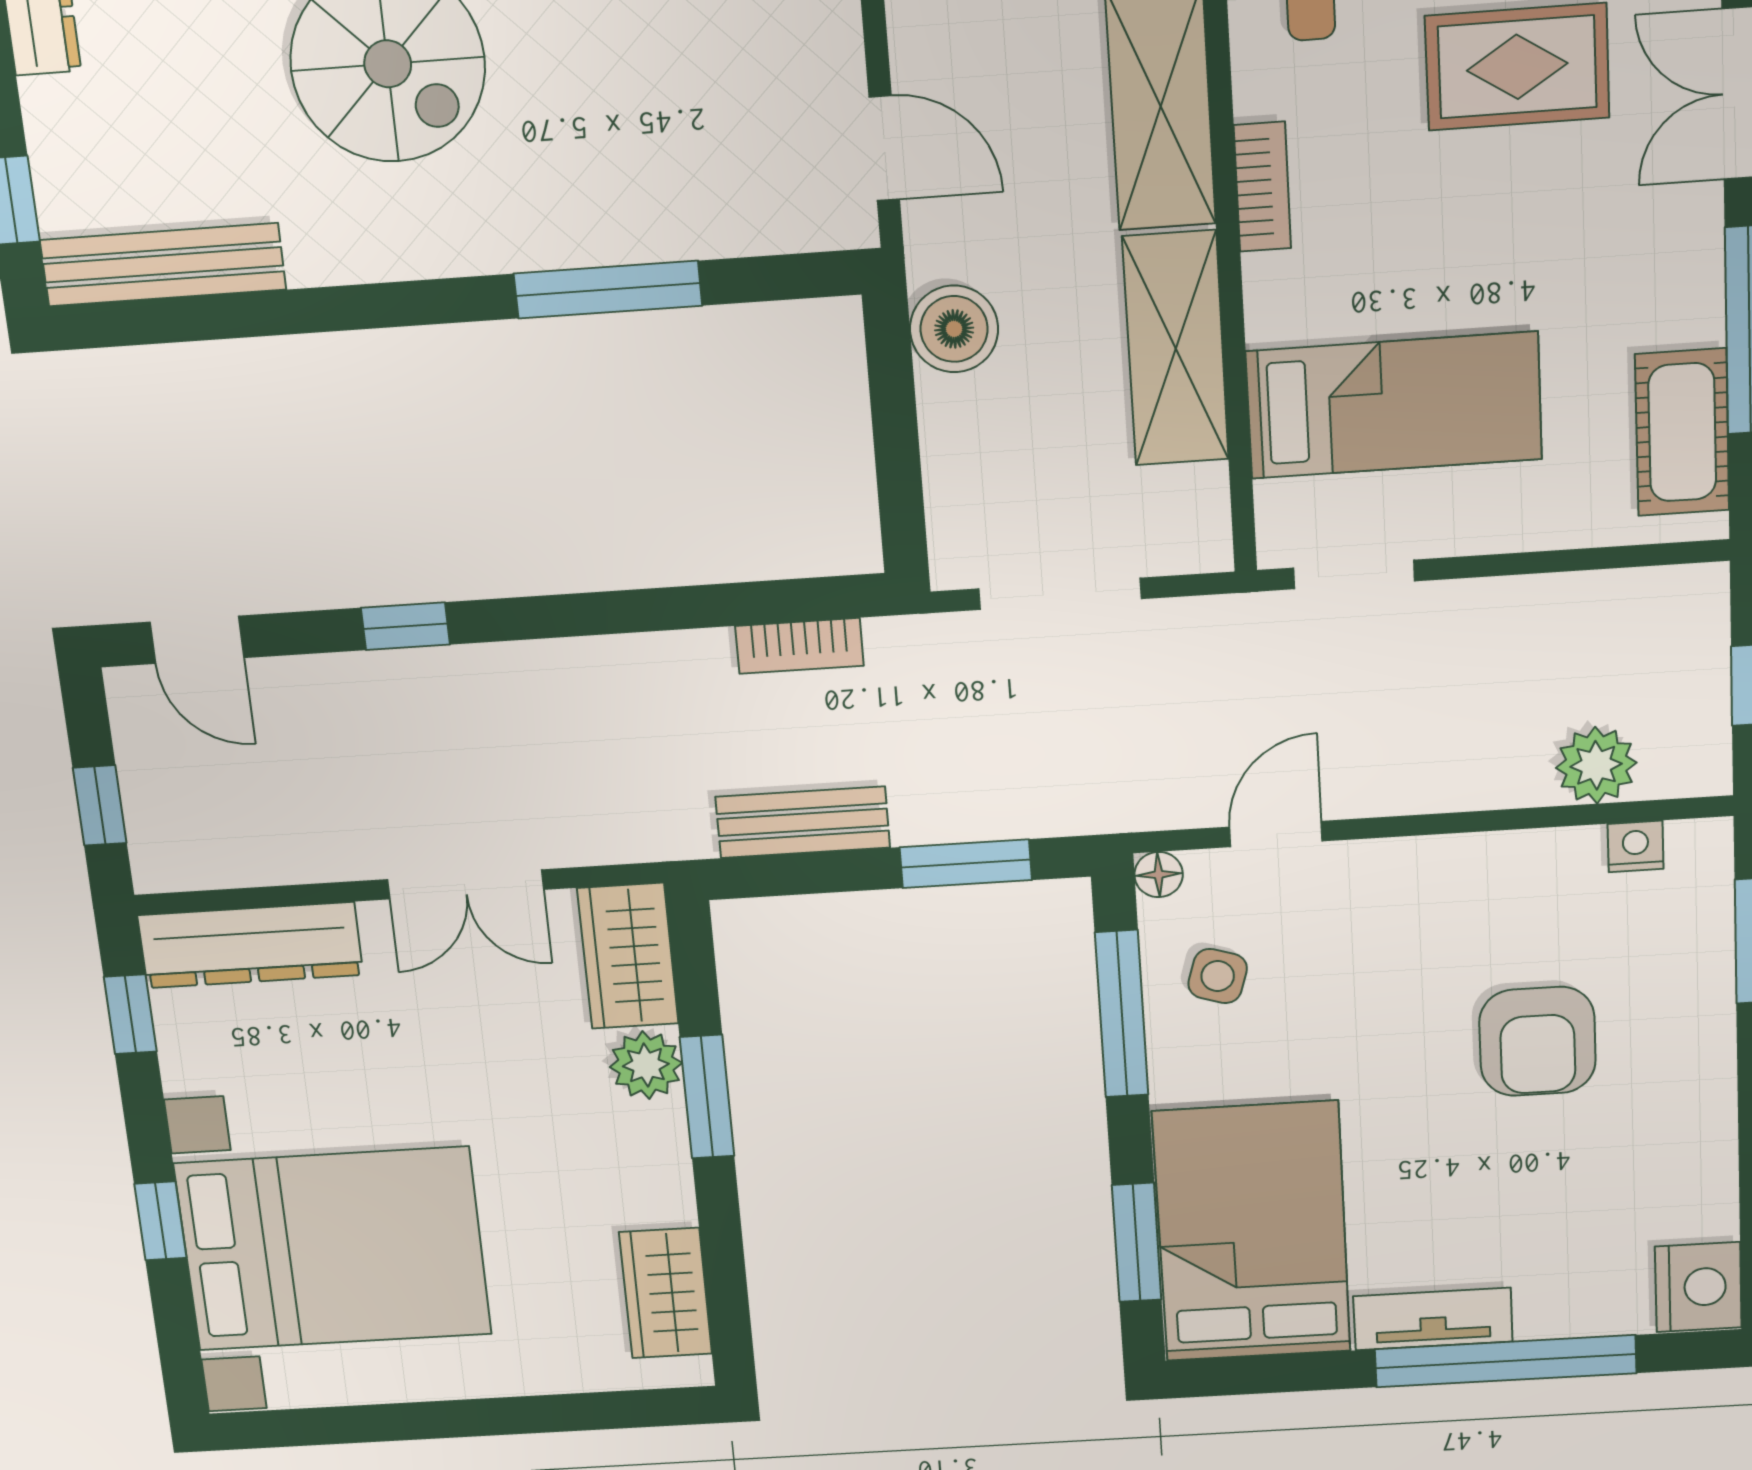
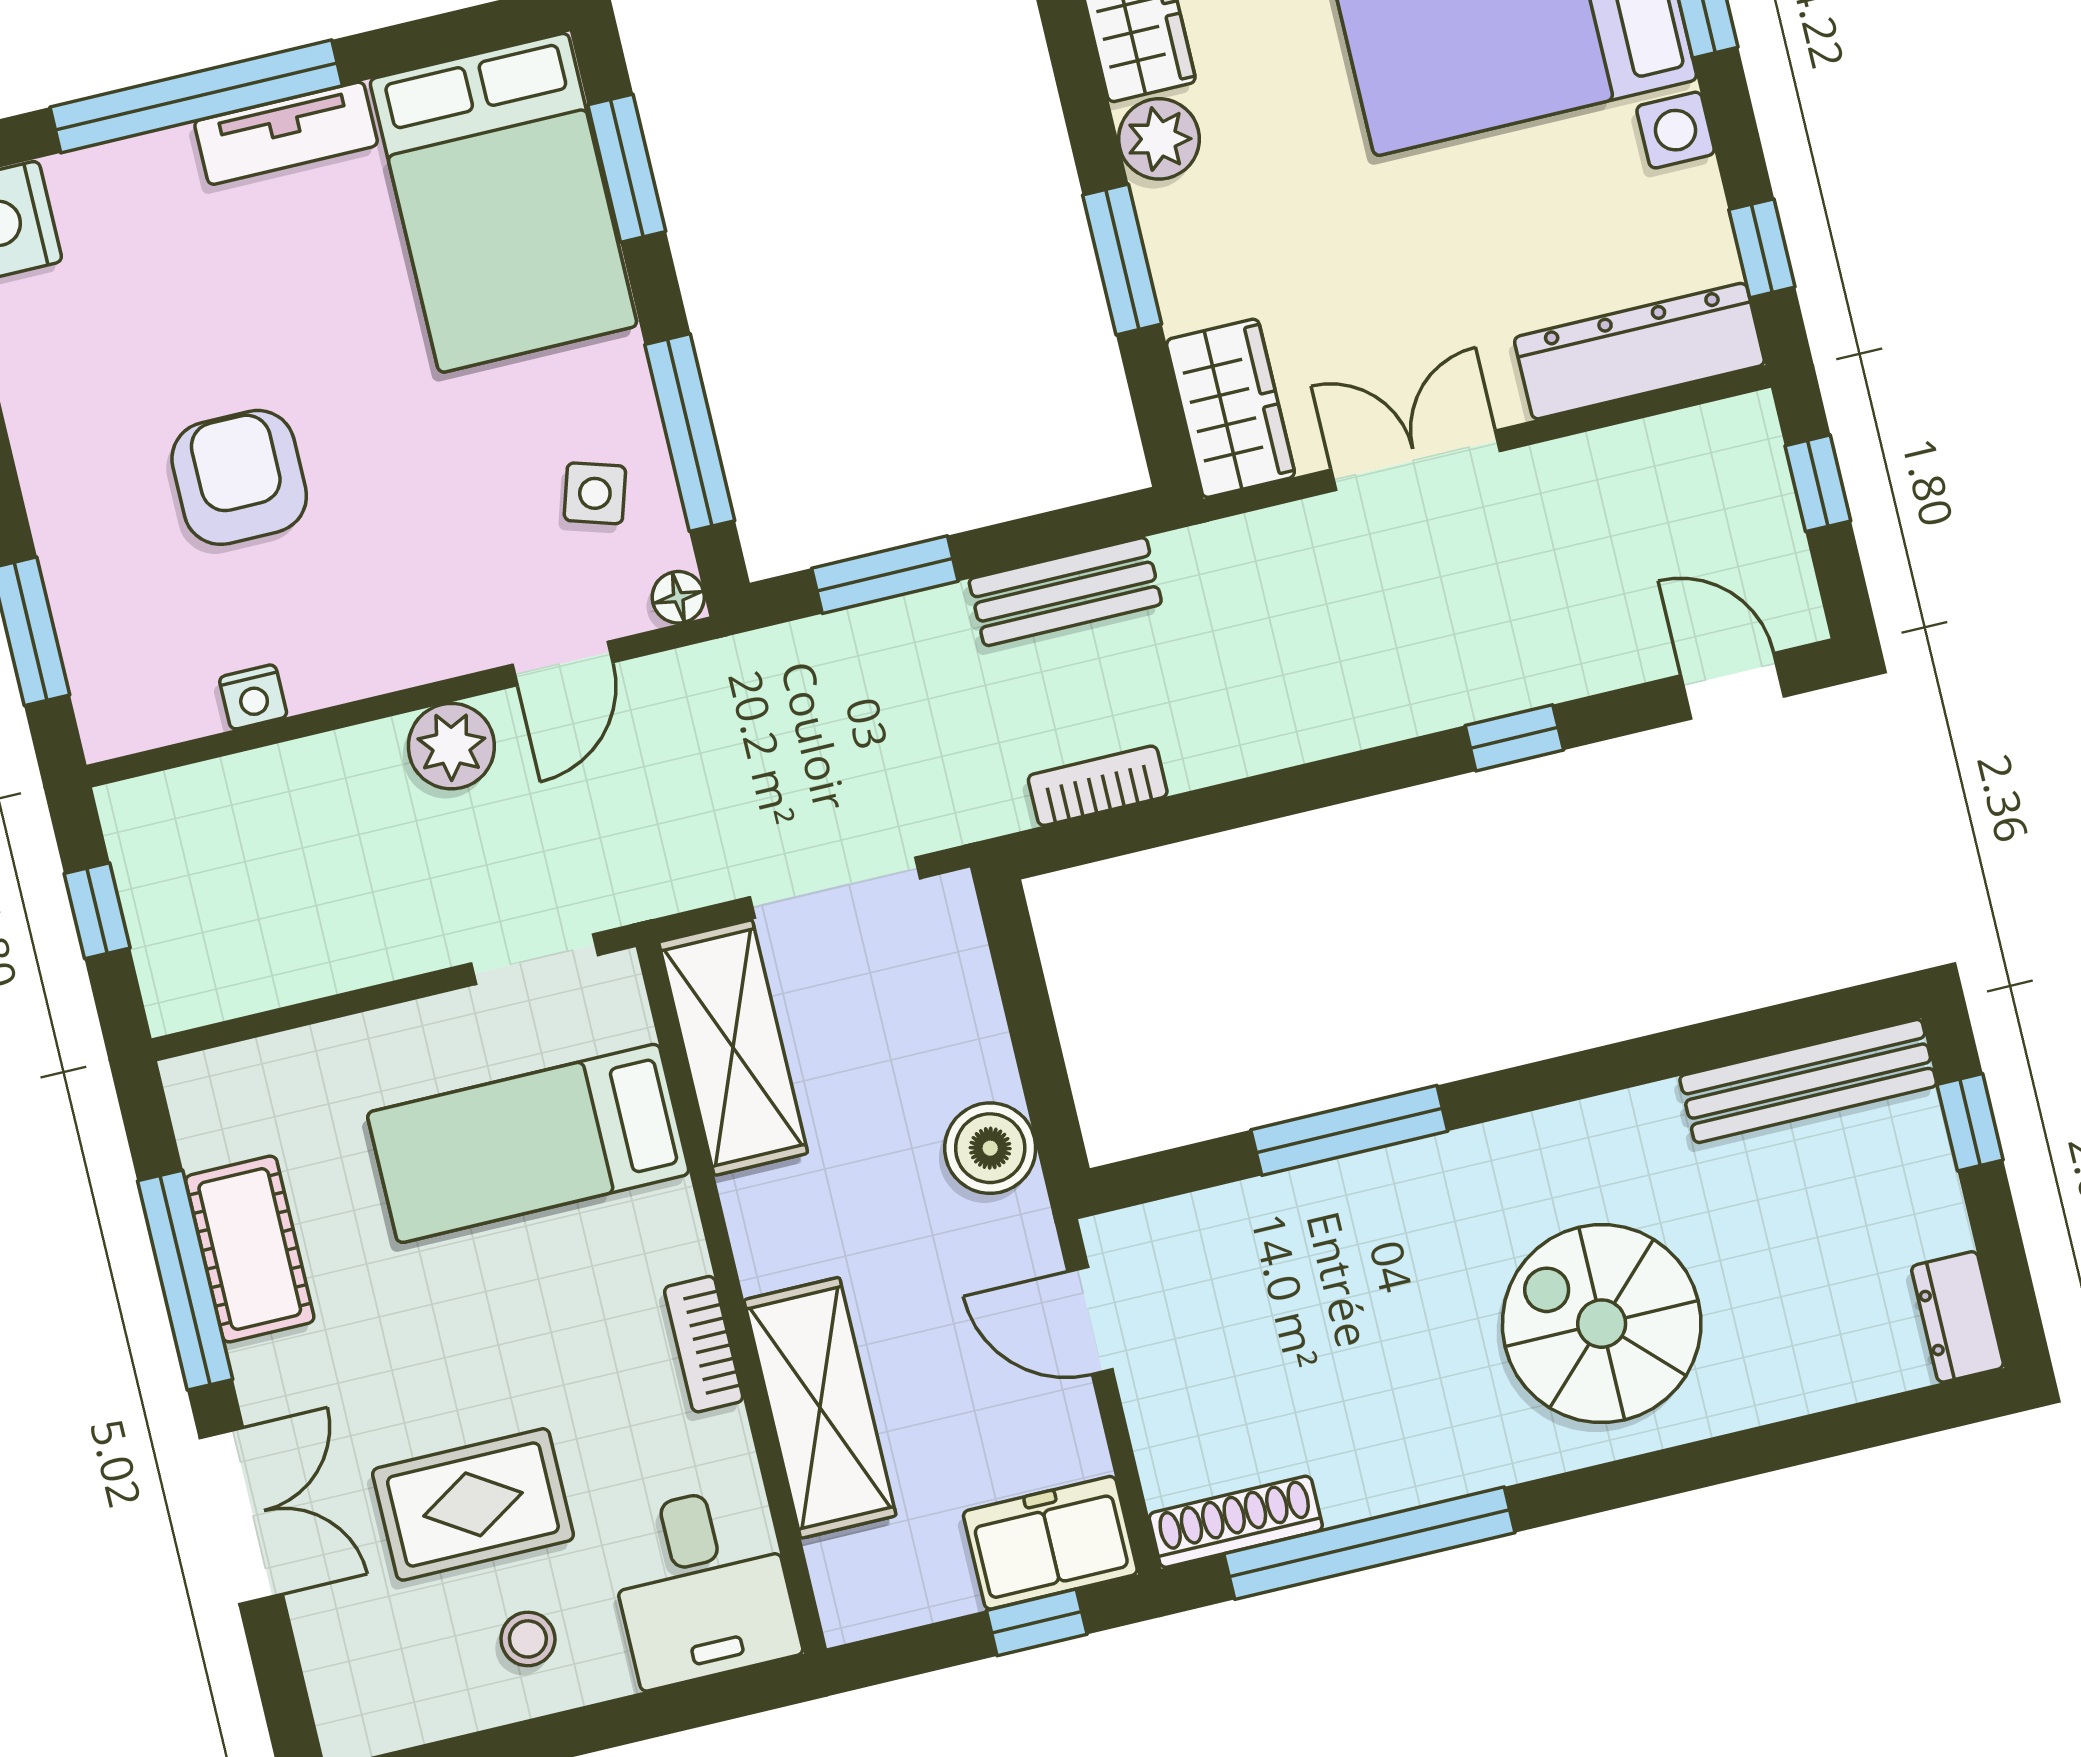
shelving: (1176, 348) -> (733, 1048), moved
cot: (1682, 432) -> (250, 1249), moved
plant: (1596, 765) -> (451, 746), moved
nightstand: (1635, 846) -> (253, 697), moved
plant: (646, 1065) -> (1159, 139), moved

